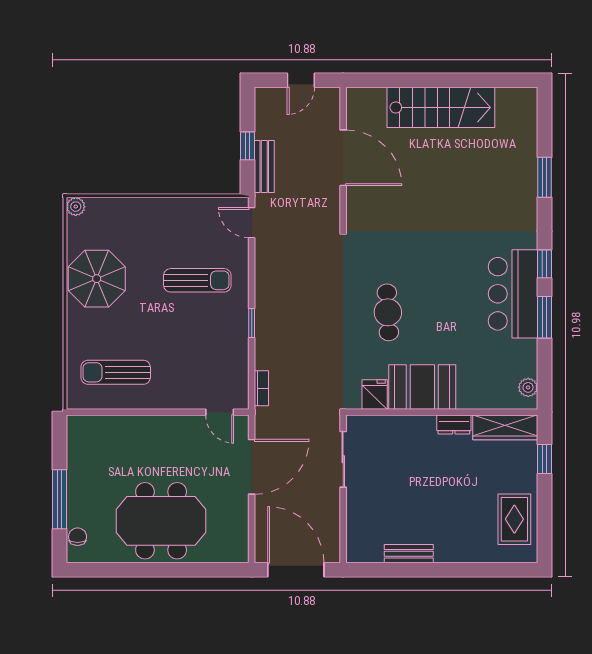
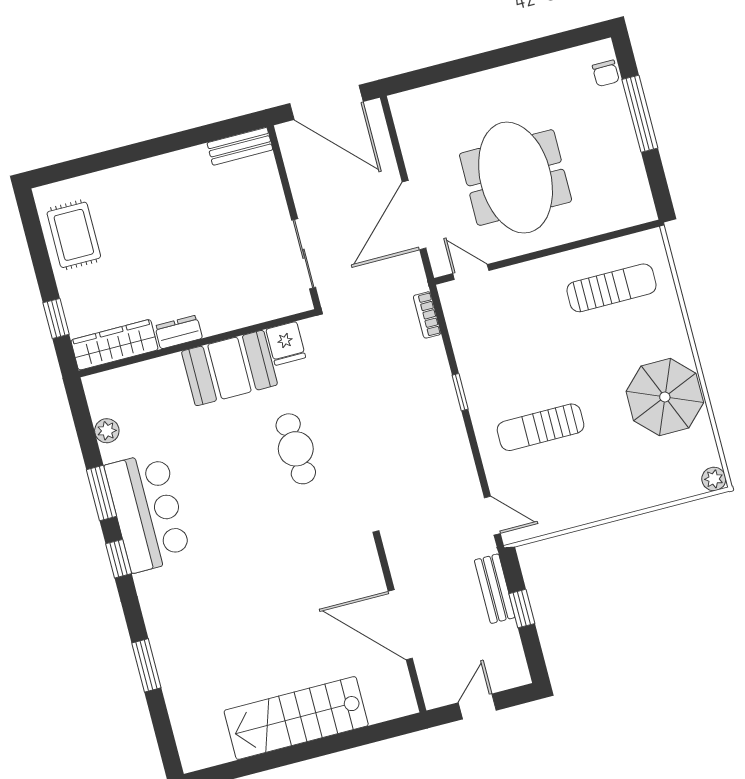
plant: (528, 387) -> (107, 431), moved
meeting table: (161, 521) -> (516, 178), moved, turned 90
bench: (409, 554) -> (240, 146), moved

